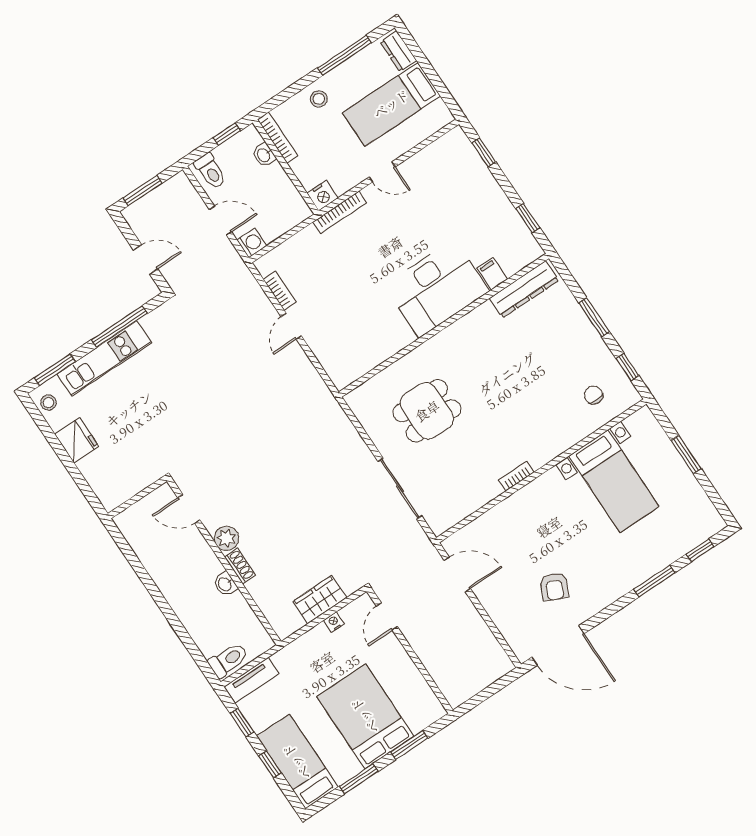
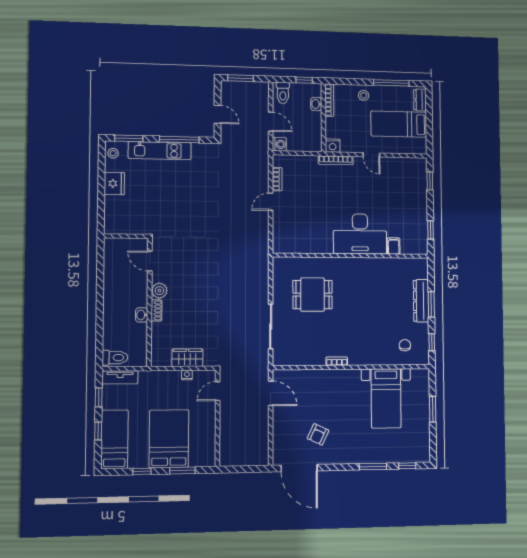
dresser: (524, 289) -> (421, 301), moved, turned 90
window: (359, 779) -> (142, 471), width x0.67

